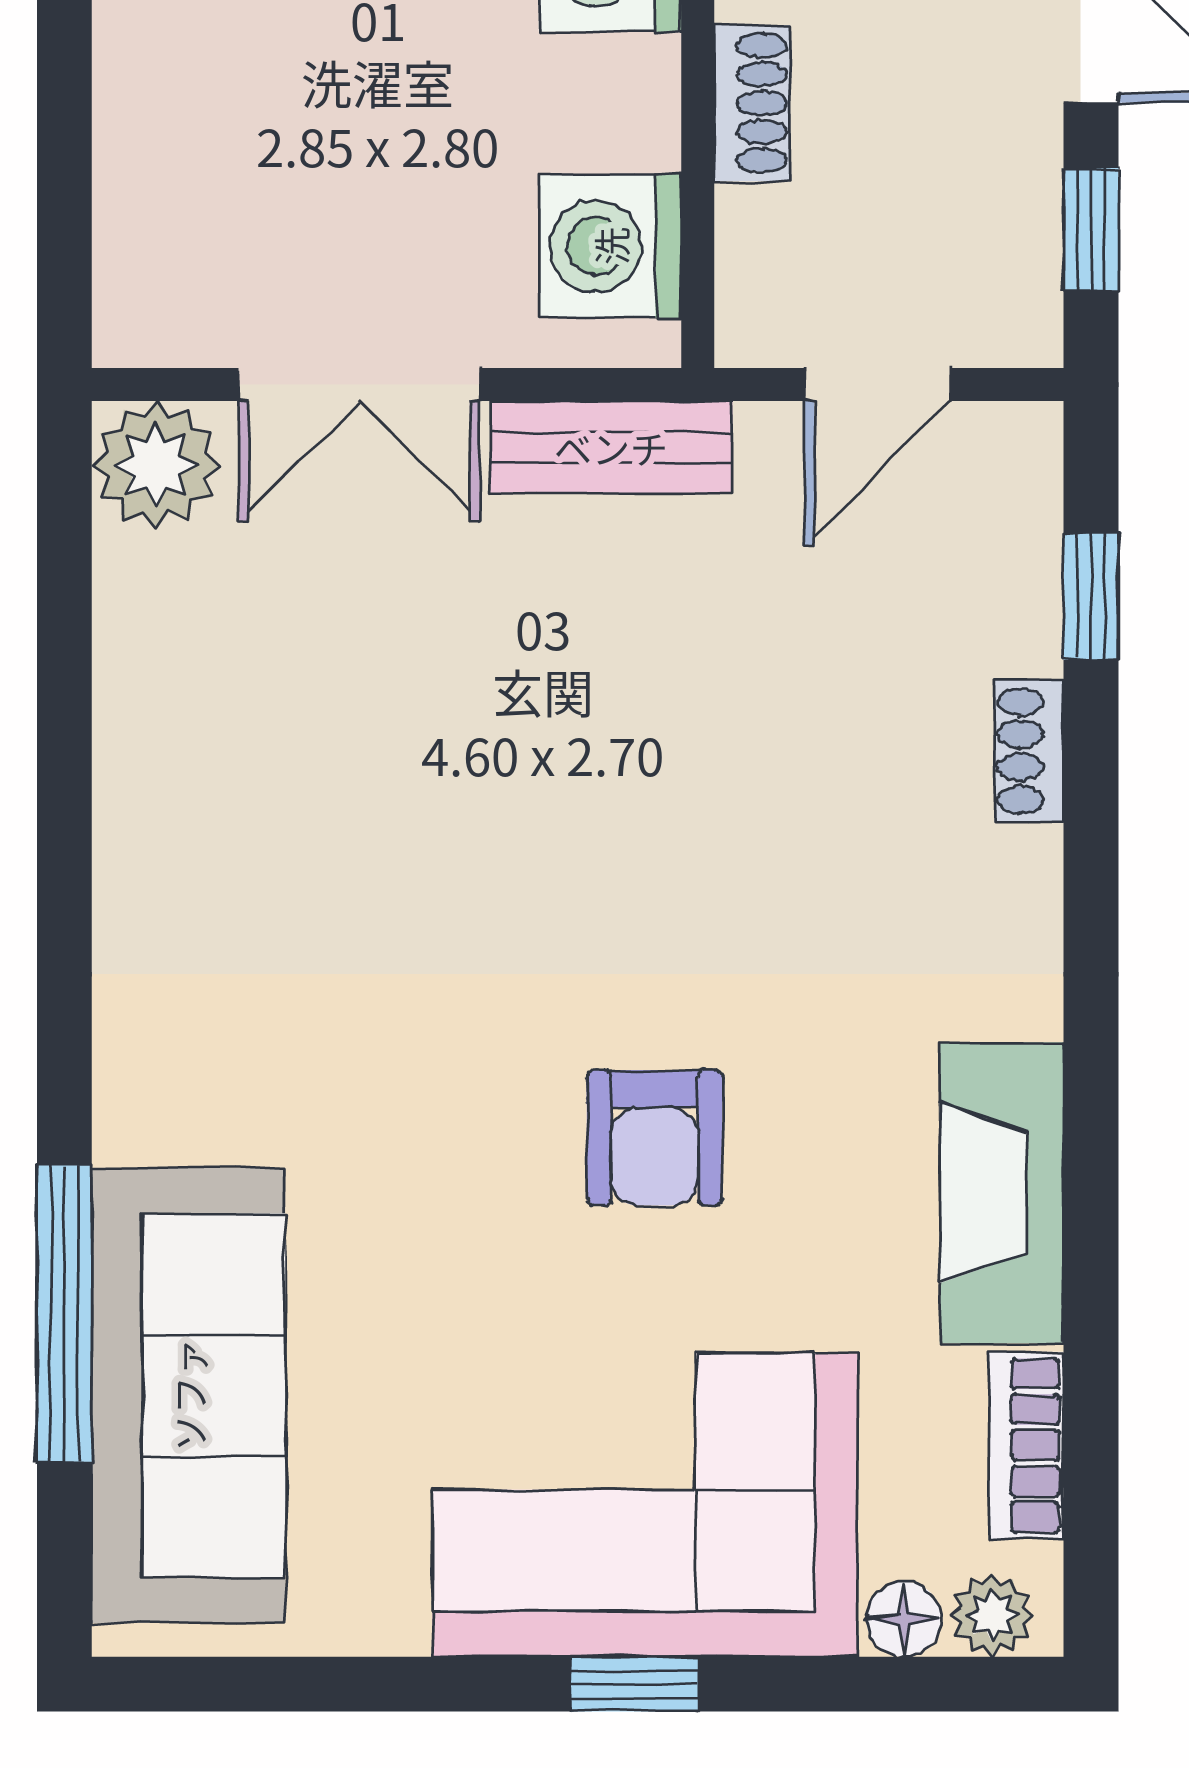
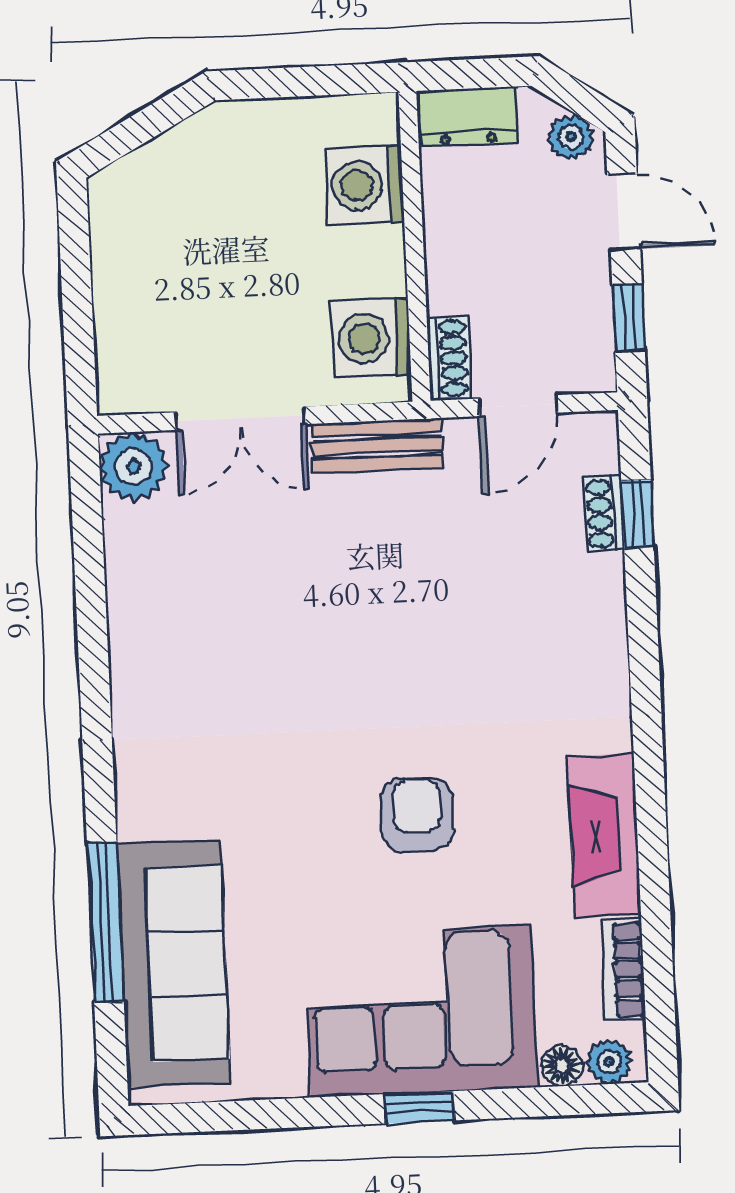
shoe rack: (752, 103) -> (449, 358), moved
shoe rack: (1029, 751) -> (604, 513), moved
armchair: (654, 1138) -> (417, 814), turned 180

